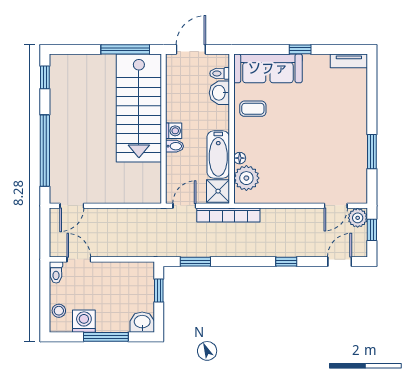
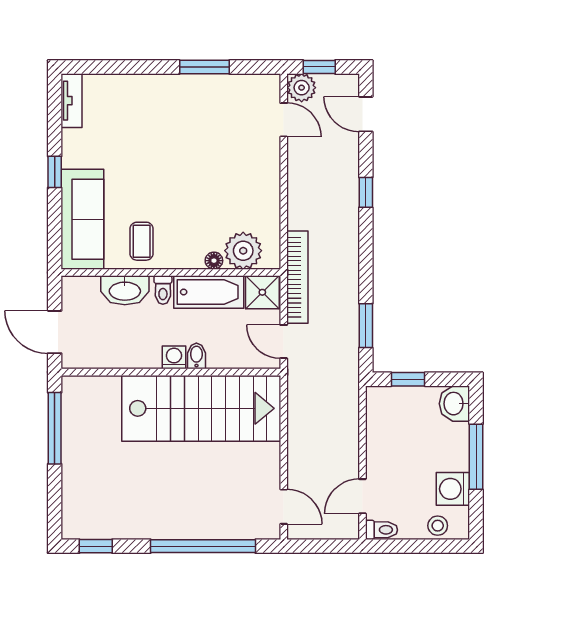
toilet: (220, 73) -> (163, 290), moved
washbasin: (219, 93) -> (125, 290), width x1.38
stairs: (139, 108) -> (201, 408), moved

